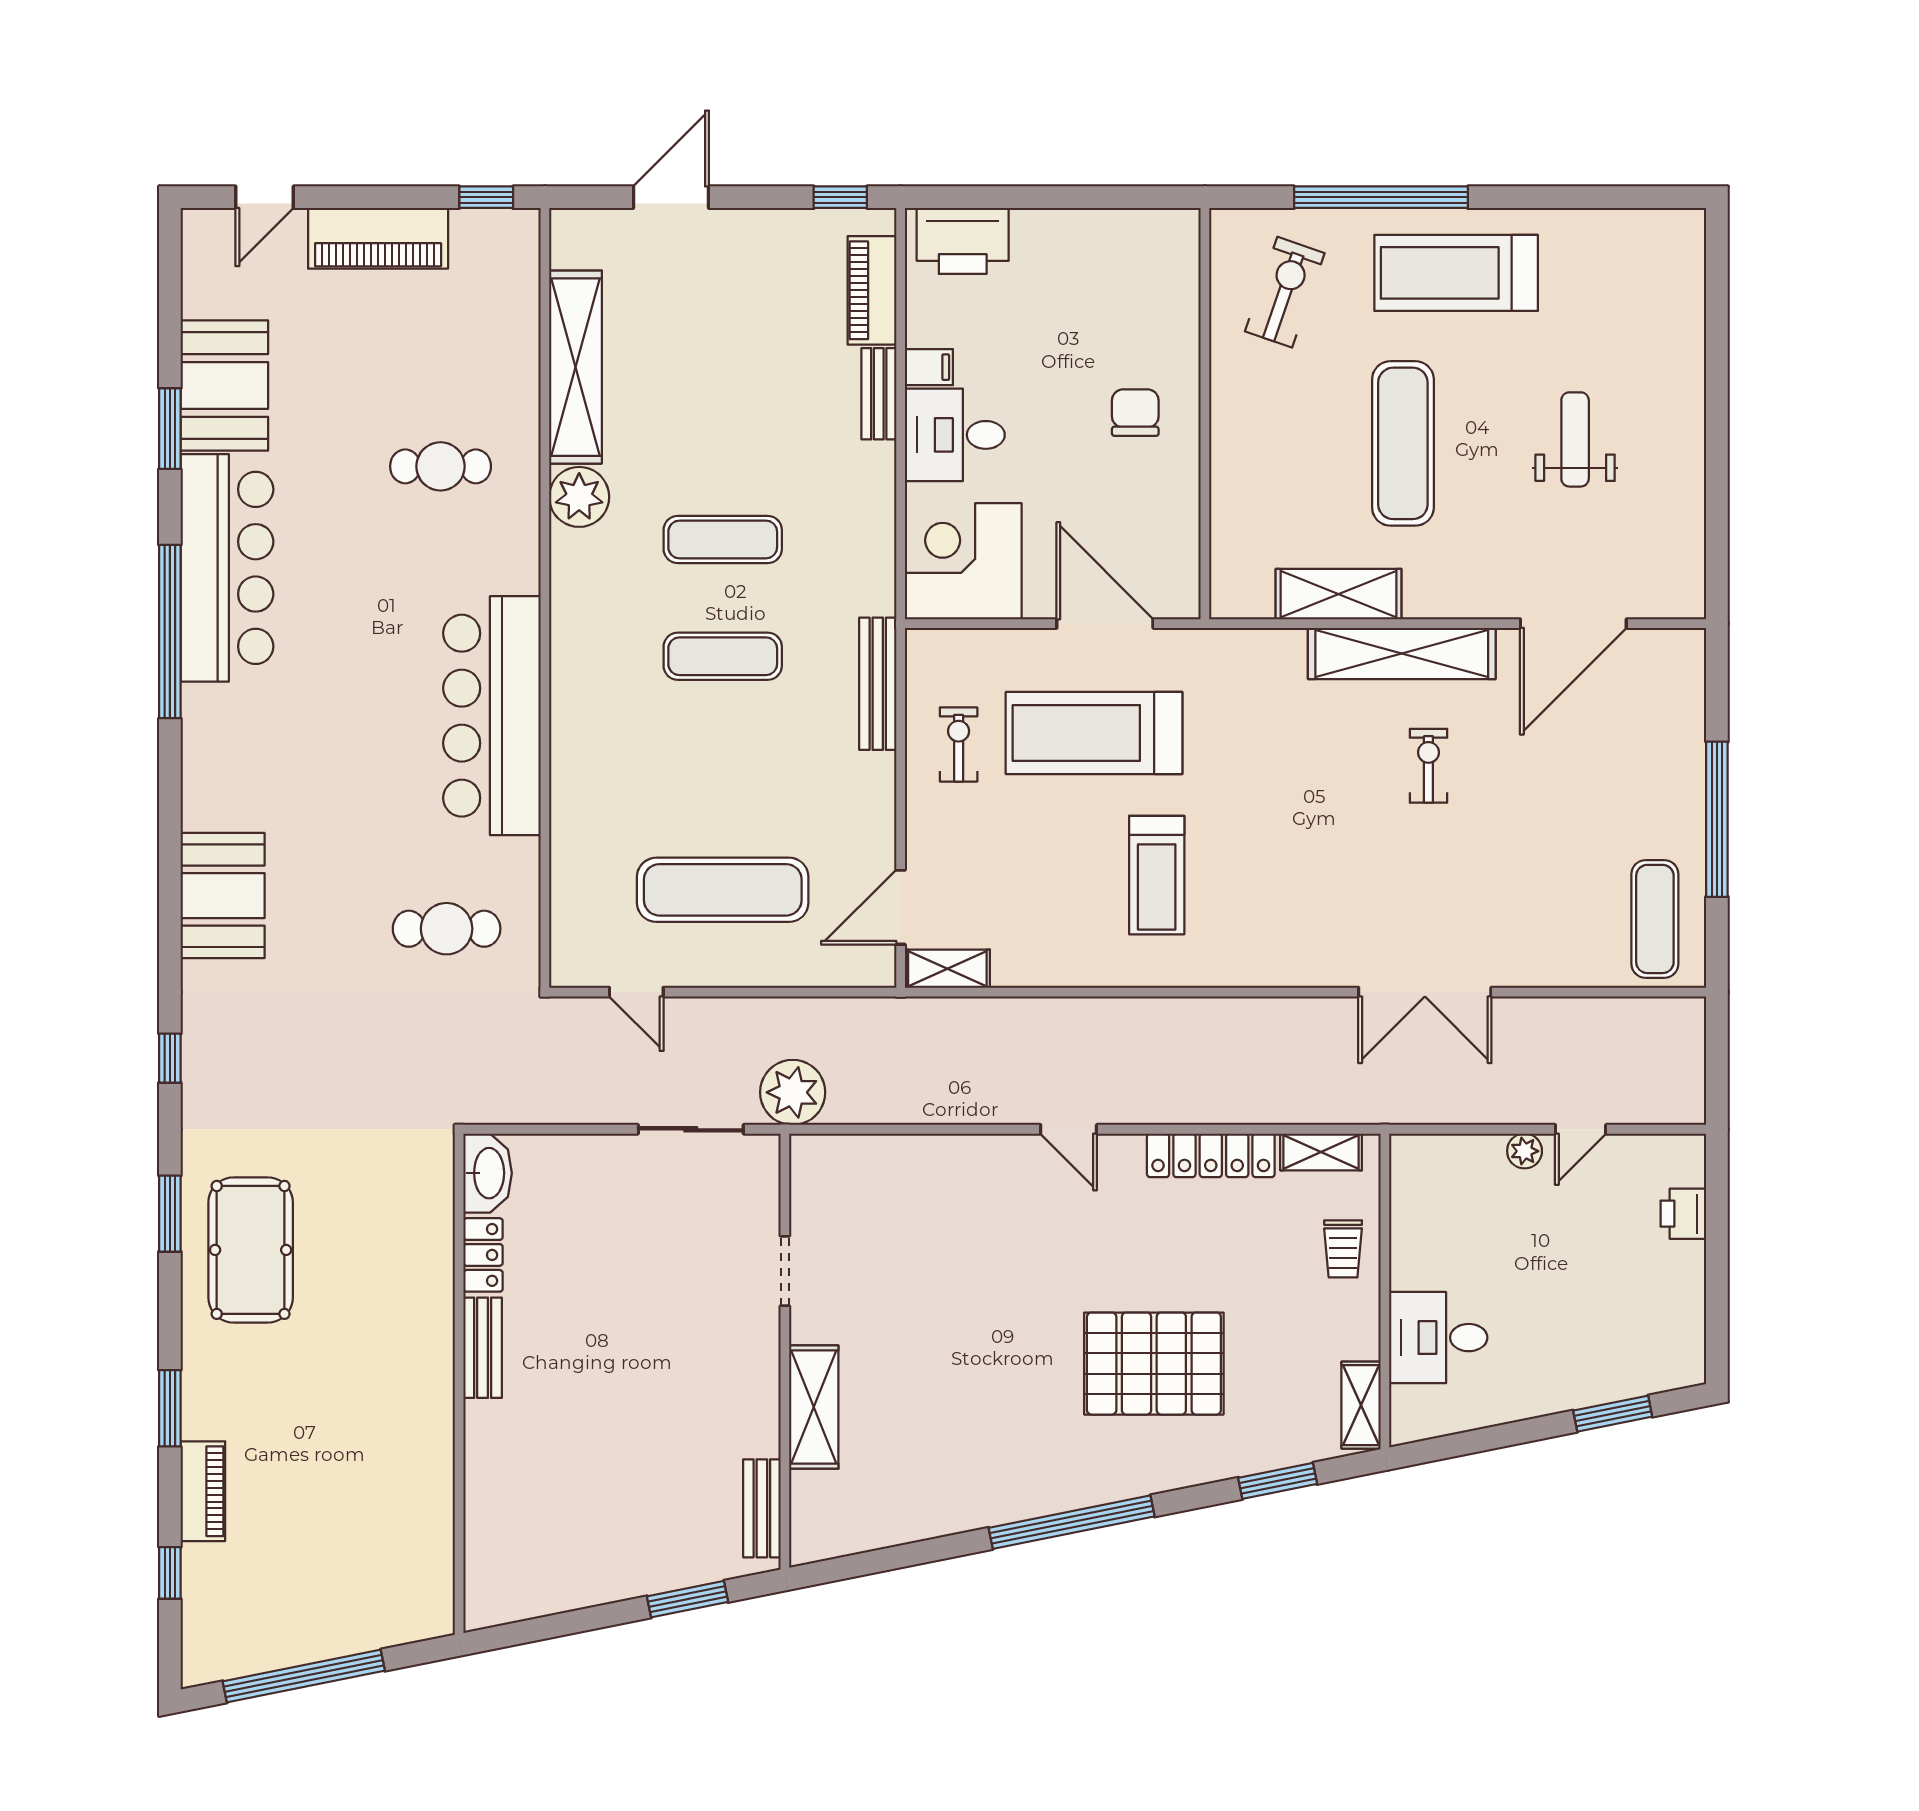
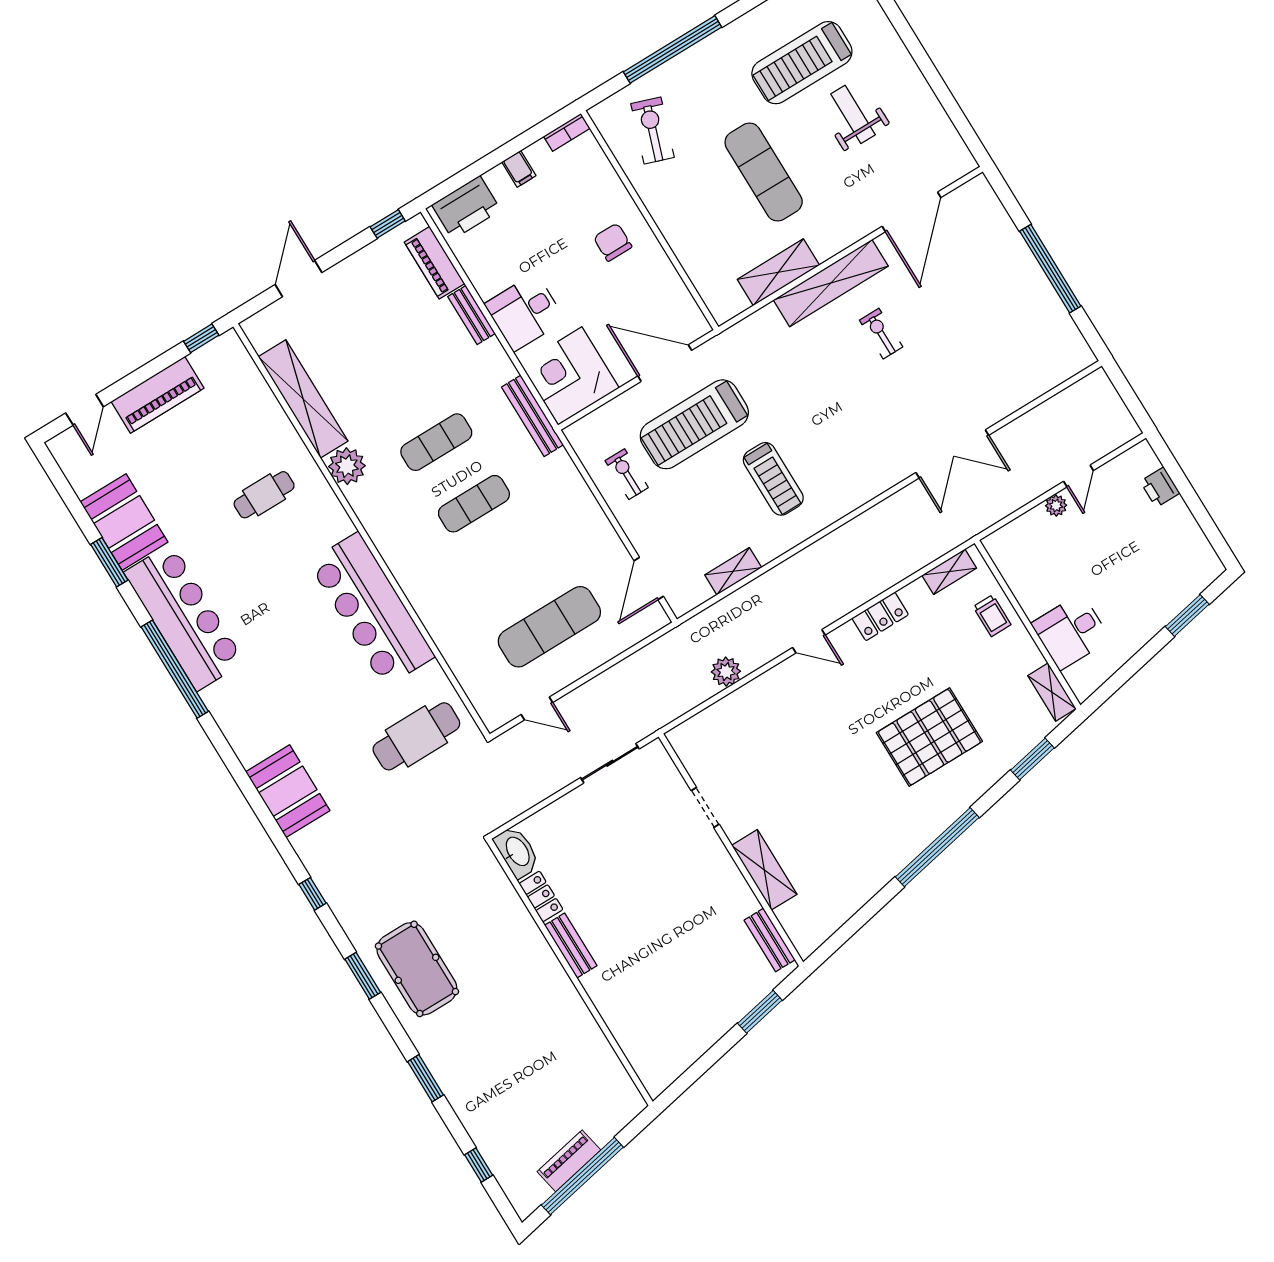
bookcase: (1165, 222) -> (567, 132), added
treadmill: (1456, 273) -> (802, 63), moved
filing cabinet: (929, 367) -> (519, 169), moved, turned 90
bench: (878, 684) -> (532, 416), moved
exercise mat: (1655, 919) -> (1050, 341), removed
cafe table: (447, 929) -> (416, 736), width x1.37, depth x1.35
shelving: (947, 969) -> (733, 571), moved
plant: (793, 1092) -> (726, 672), moved, width x0.73, depth x0.73
locker: (1211, 1155) -> (880, 616), width x0.66
piano: (203, 1491) -> (569, 1161), moved, turned -101

